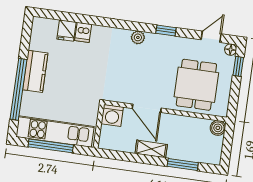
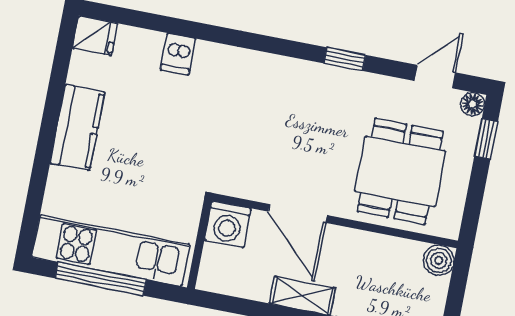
fridge: (66, 31) -> (95, 36), moved, turned -90
plant: (138, 37) -> (287, 70), removed
window: (18, 89) -> (42, 162), removed

